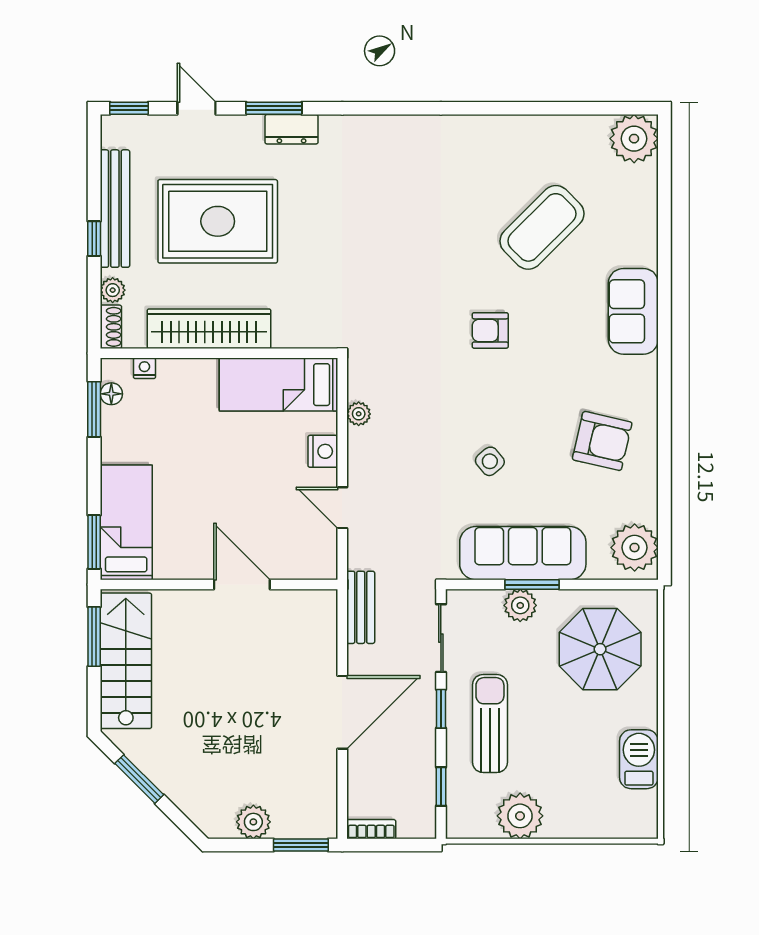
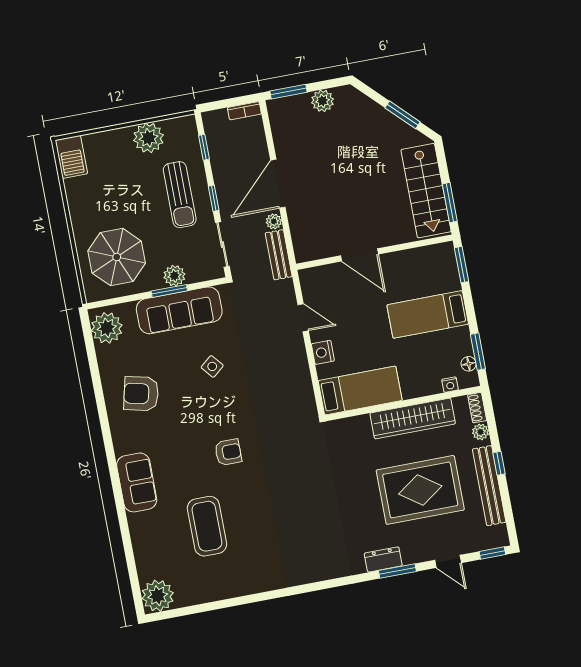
coffee table: (542, 227) -> (207, 526), turned -45
plant: (359, 414) -> (274, 221), moved
bed: (126, 522) -> (428, 314), moved, turned 90
barbecue: (639, 759) -> (71, 157), moved

